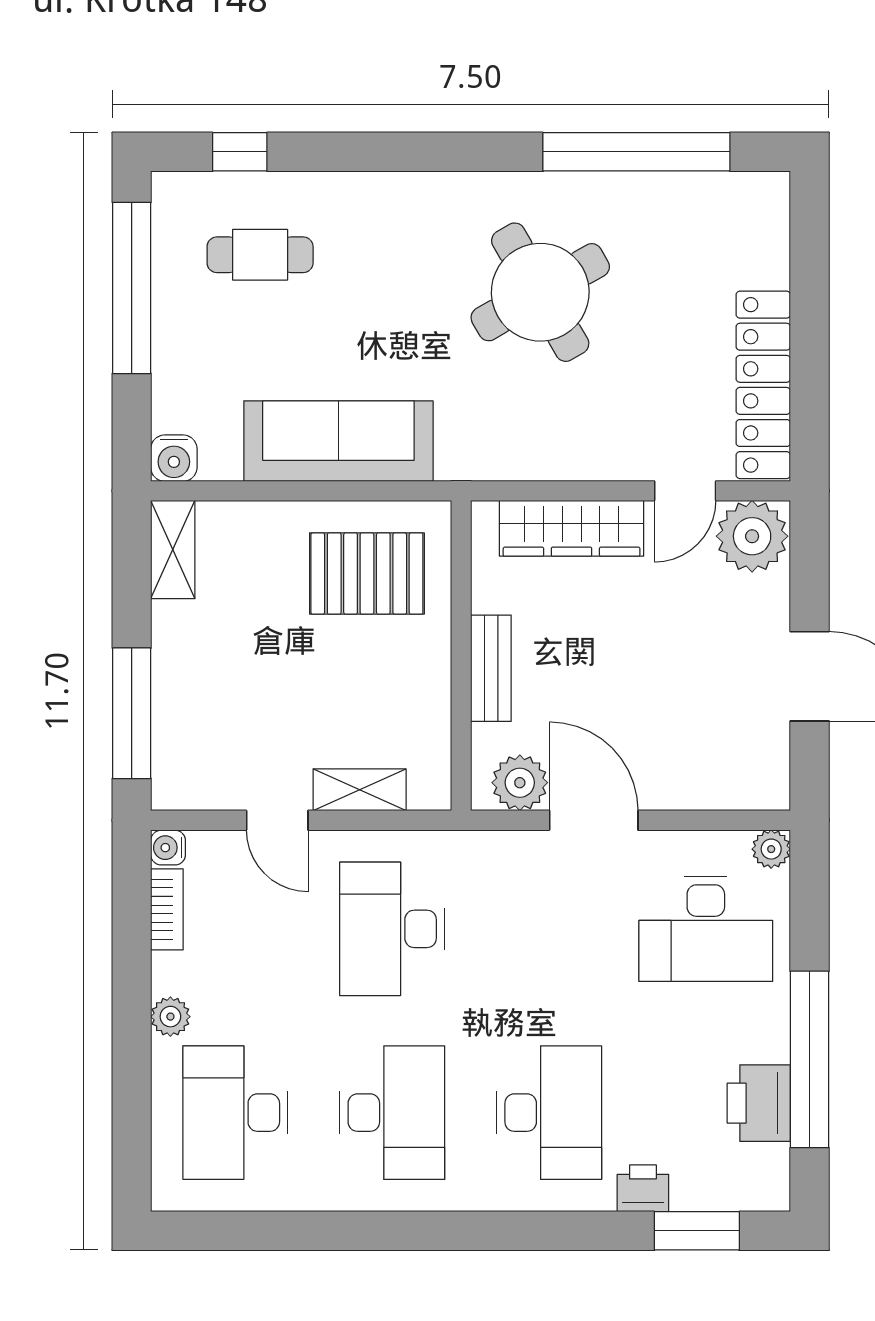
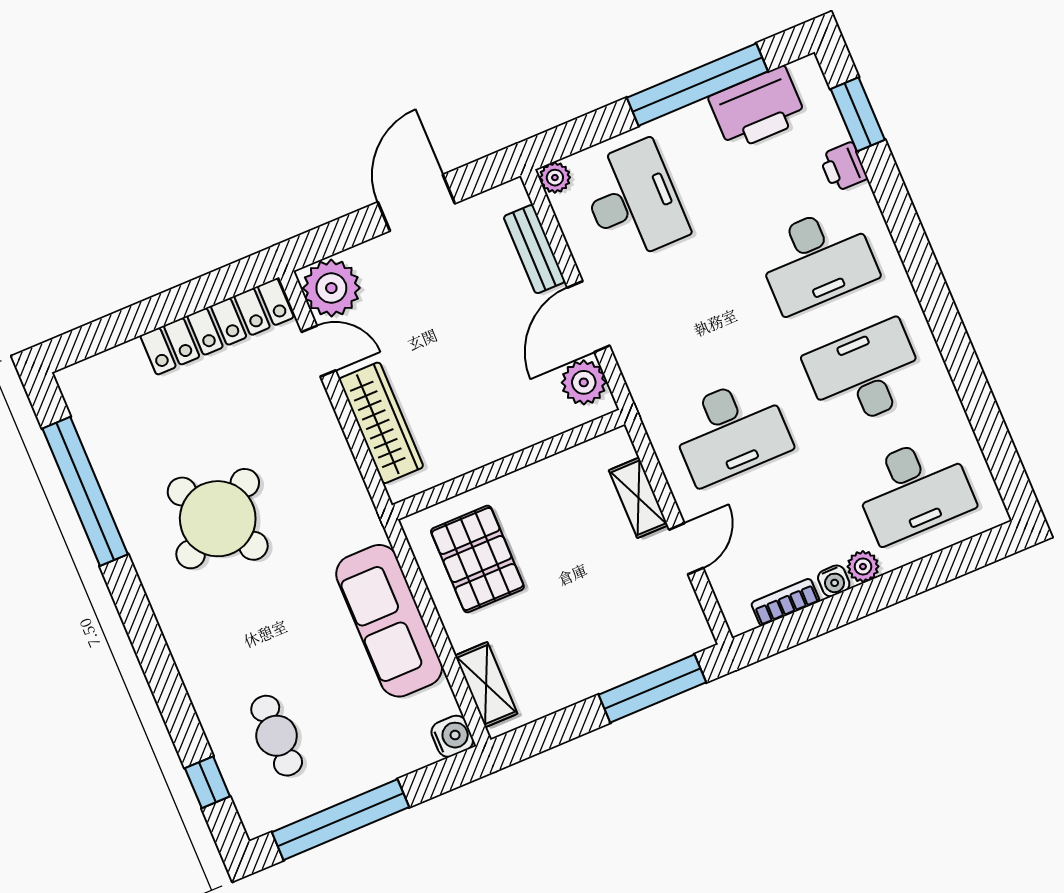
shelving: (173, 550) -> (486, 685), moved, turned 90
bench: (491, 668) -> (534, 249), moved, turned 90
water cooler: (168, 848) -> (834, 581), moved
printer: (759, 1103) -> (757, 108), width x1.37, depth x1.19
desk: (549, 1113) -> (817, 259), turned 180

